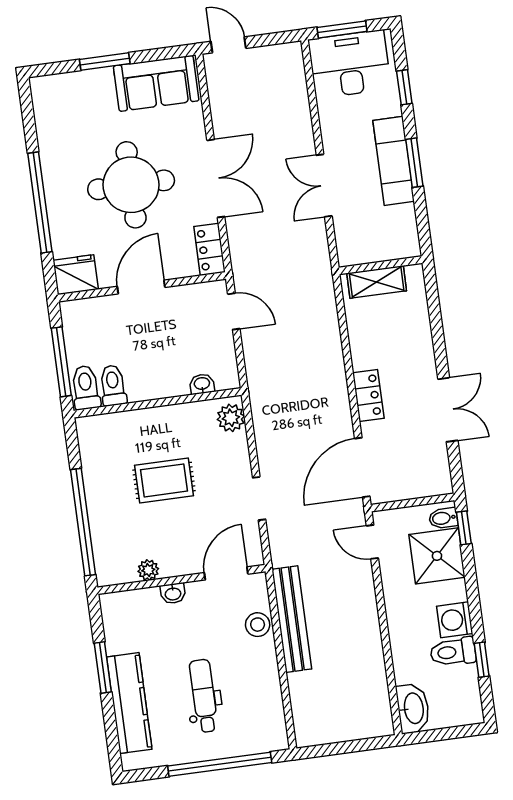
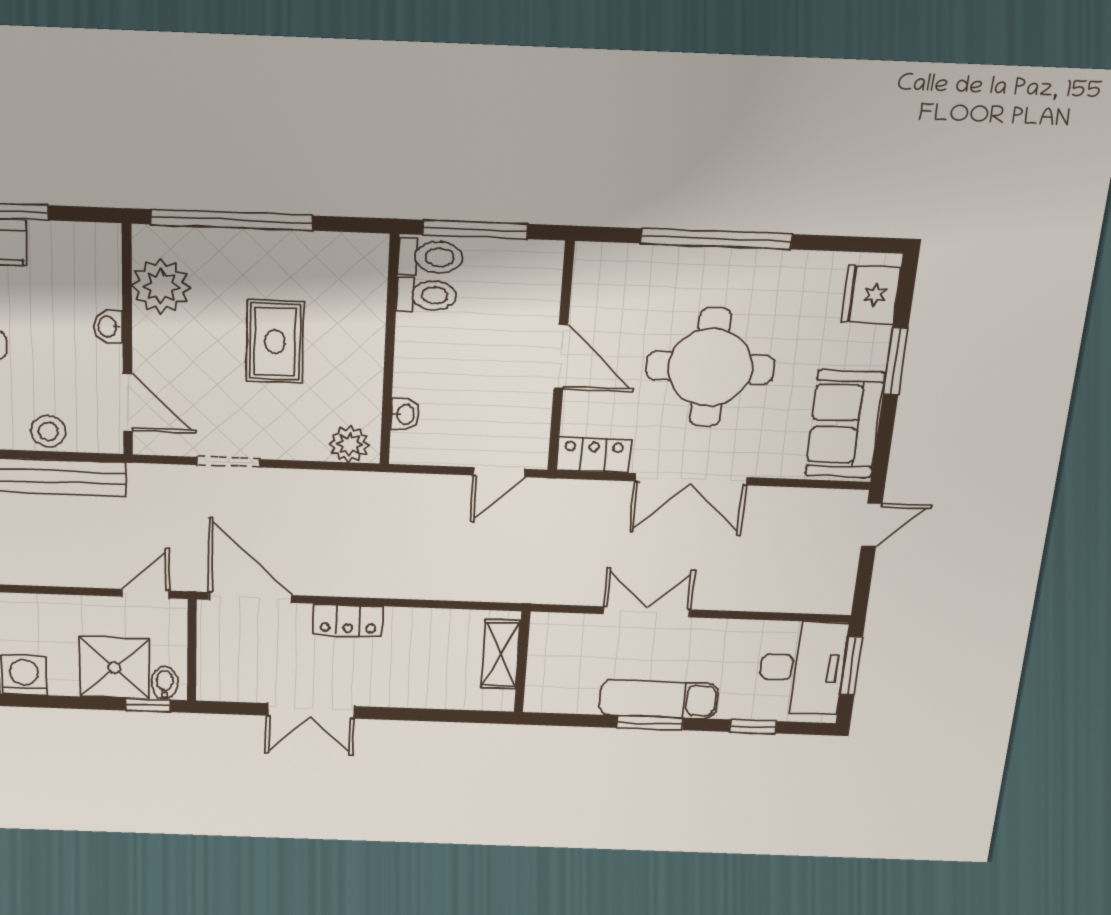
fridge: (76, 275) -> (871, 295), moved, turned 180
plant: (148, 570) -> (161, 286), width x1.88, depth x1.88

